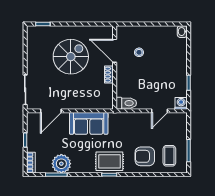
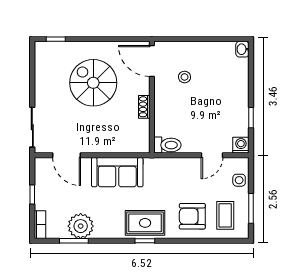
door: (115, 51) -> (152, 61), moved
spiral stairs: (71, 57) -> (93, 83), turned -90
door: (51, 111) -> (67, 155), hinge flipped
side table: (180, 129) -> (239, 180), added

